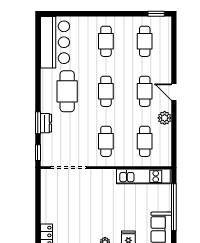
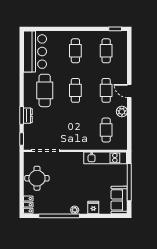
cafe table: (106, 141) -> (75, 130), removed
round table: (57, 202) -> (37, 178), added

